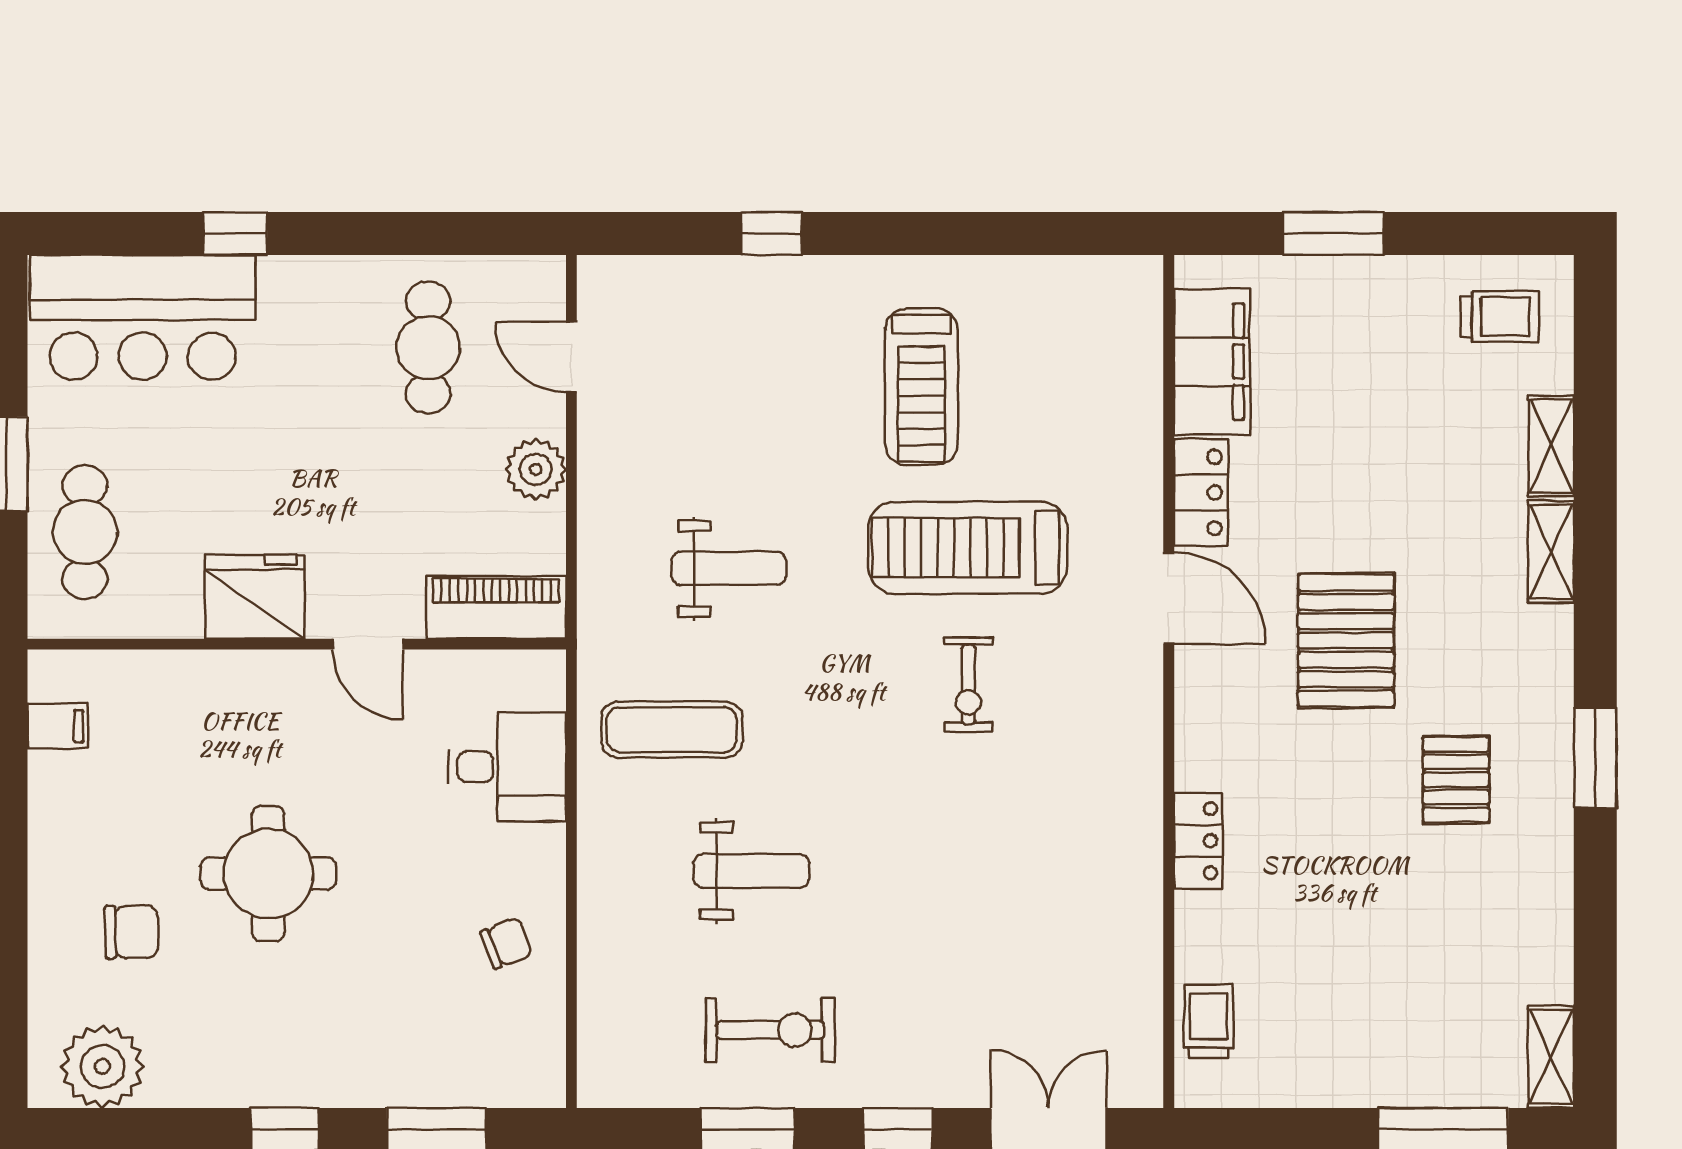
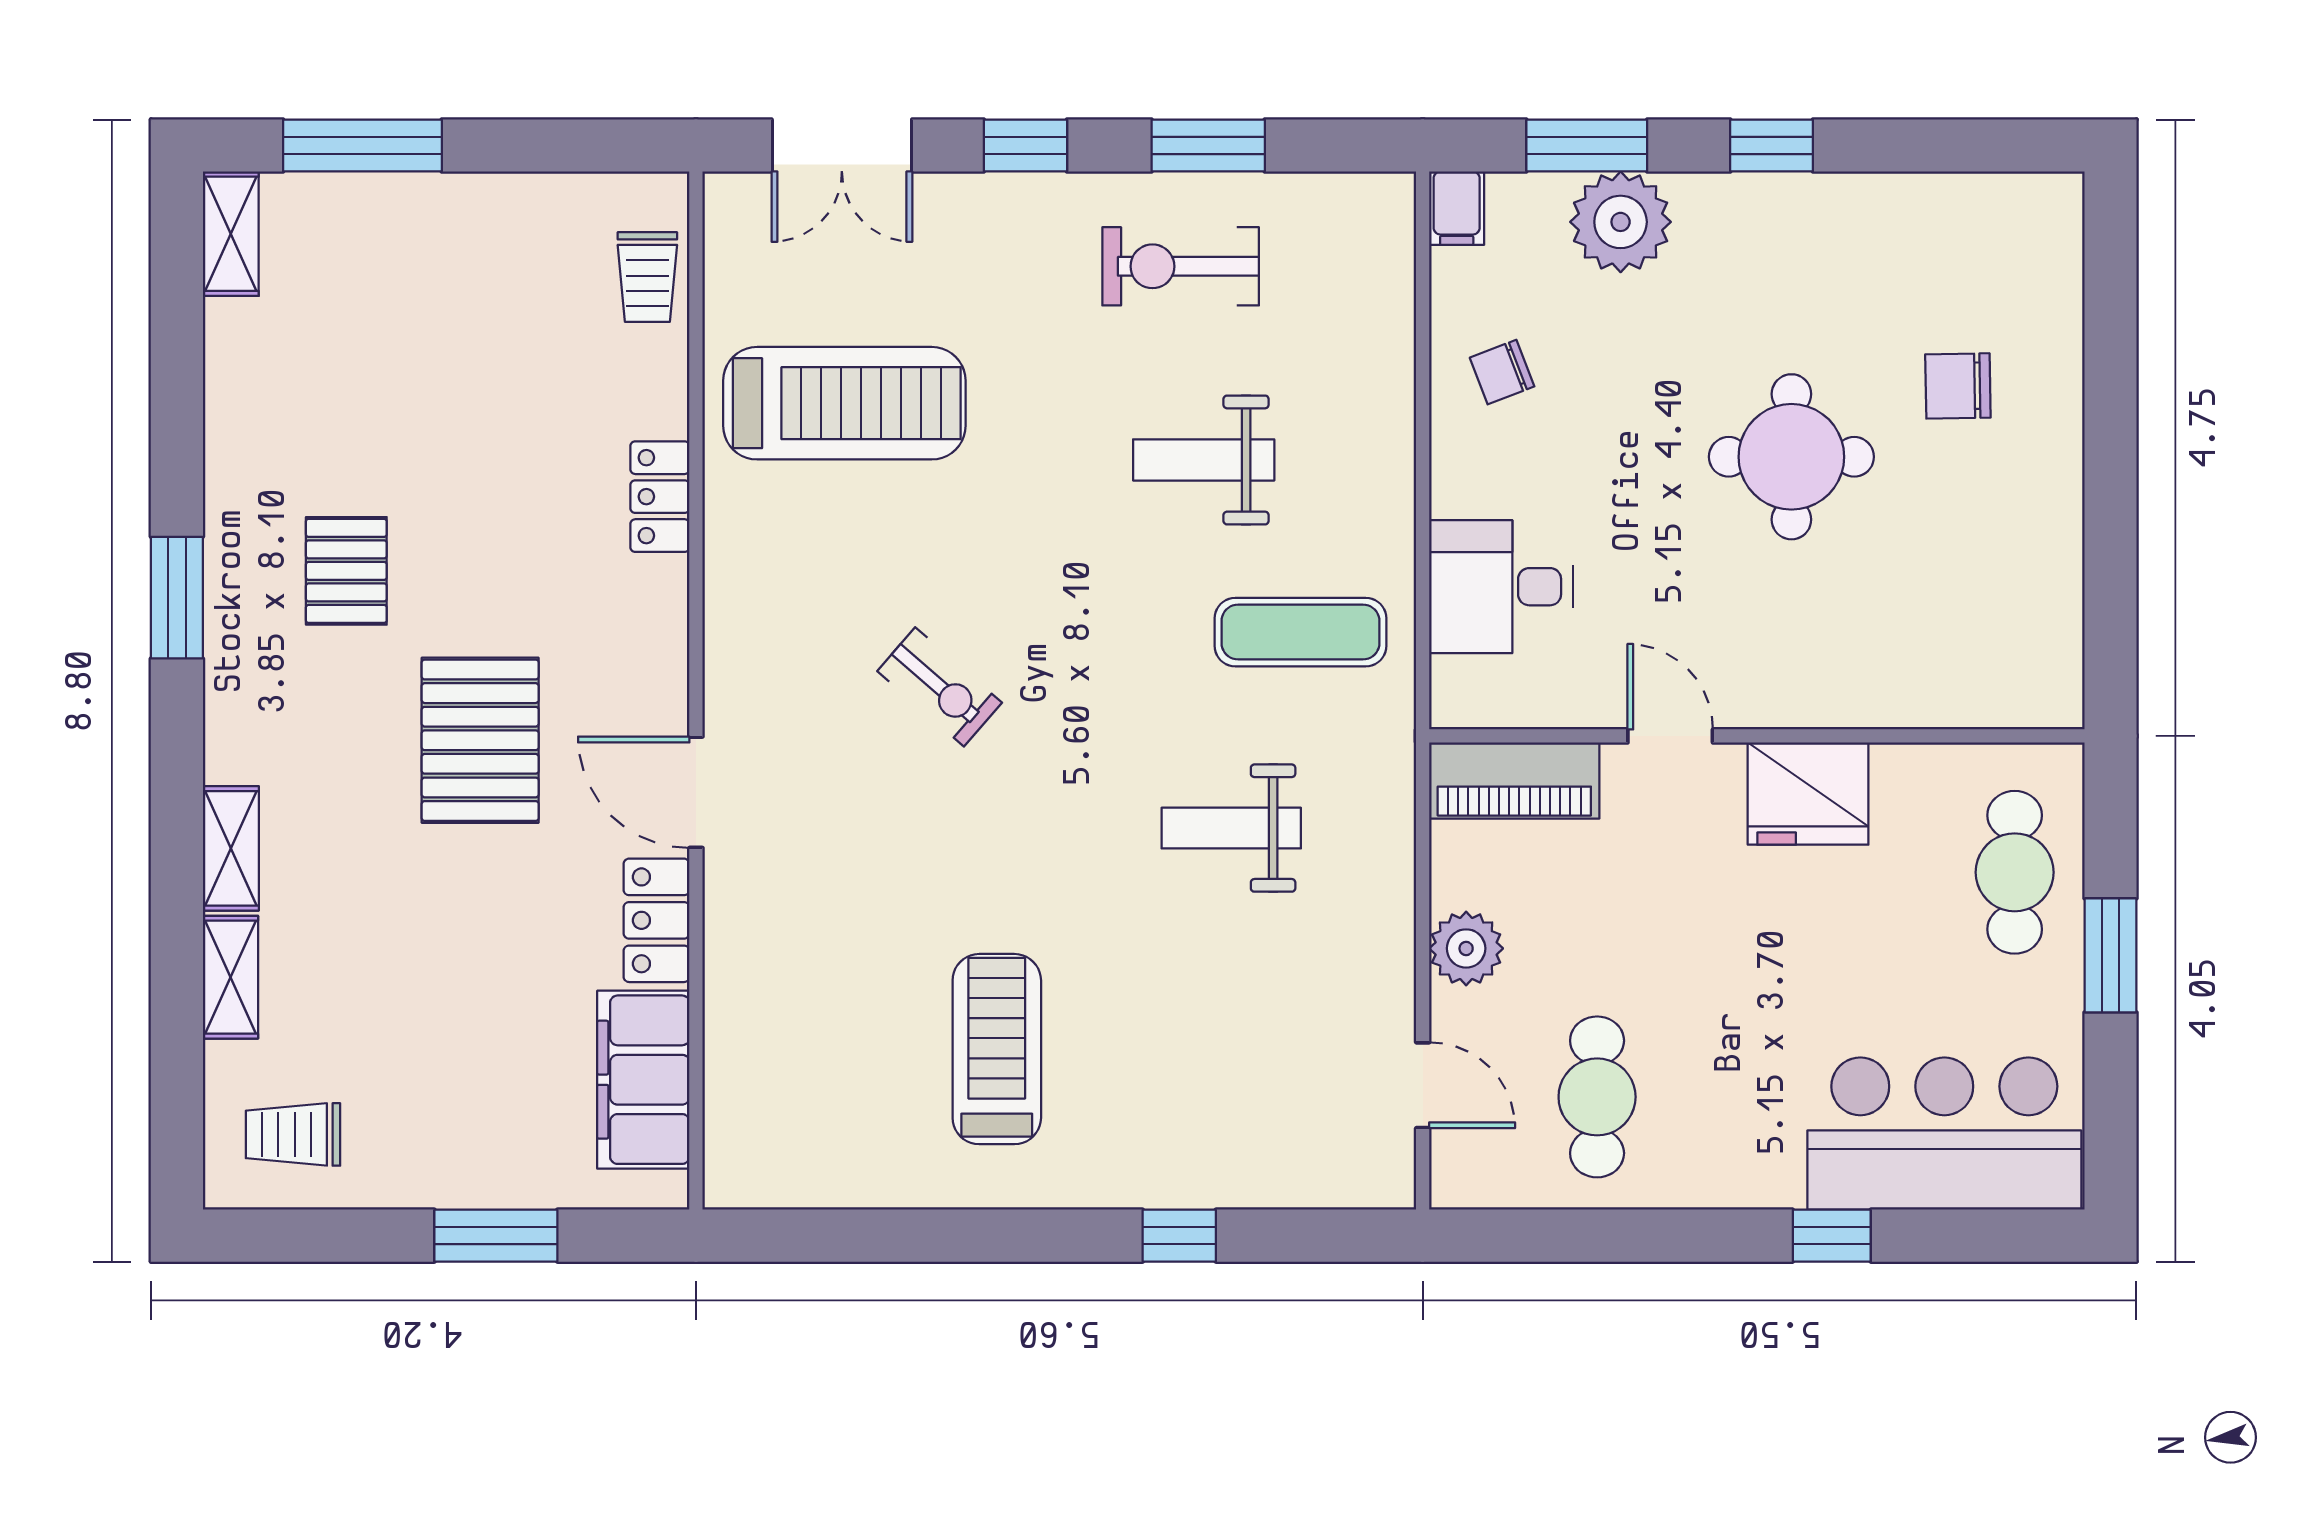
treadmill: (968, 548) -> (844, 403), moved
exercise bike: (968, 684) -> (940, 687), turned 131
filing cabinet: (58, 726) -> (1457, 208), moved, turned -90
plant: (102, 1067) -> (1621, 222), moved

